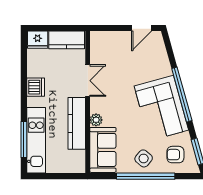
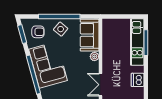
kitchen counter: (77, 123) -> (108, 54), removed

